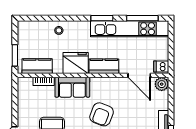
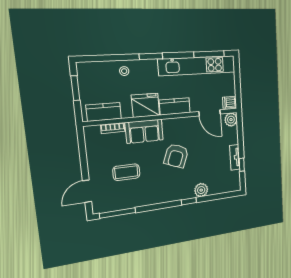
window: (102, 18) -> (151, 56), moved
window: (15, 55) -> (75, 88), moved

